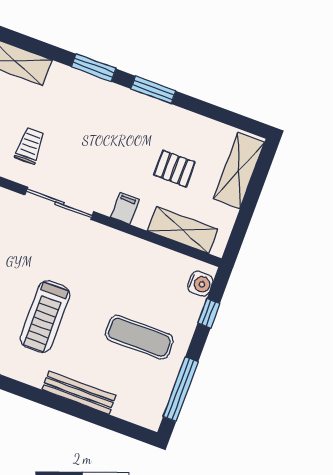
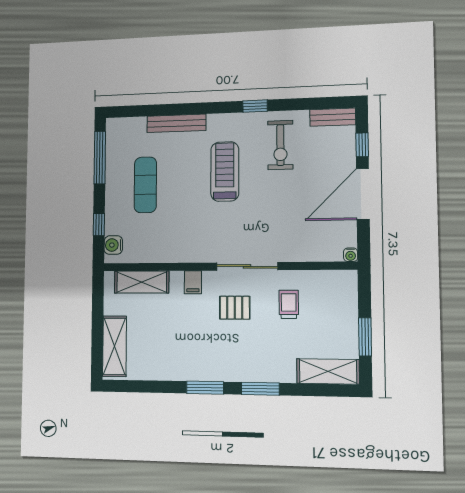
trolley: (30, 146) -> (289, 304), turned 180
pallet: (174, 169) -> (235, 308), moved
exercise mat: (139, 337) -> (145, 185), turned 90

